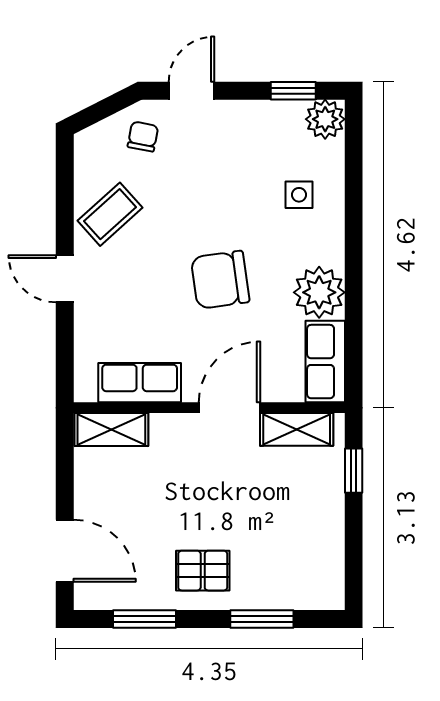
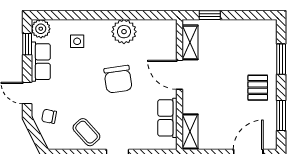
row of seats: (325, 362) -> (41, 62), moved, turned -90

